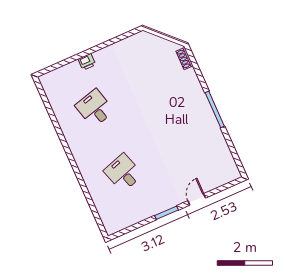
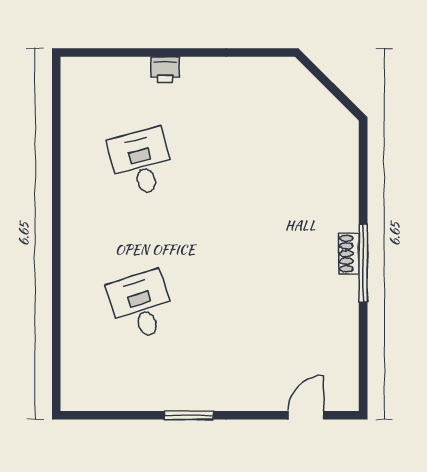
shoe rack: (184, 59) -> (349, 254), moved
door: (197, 199) -> (306, 415), moved

